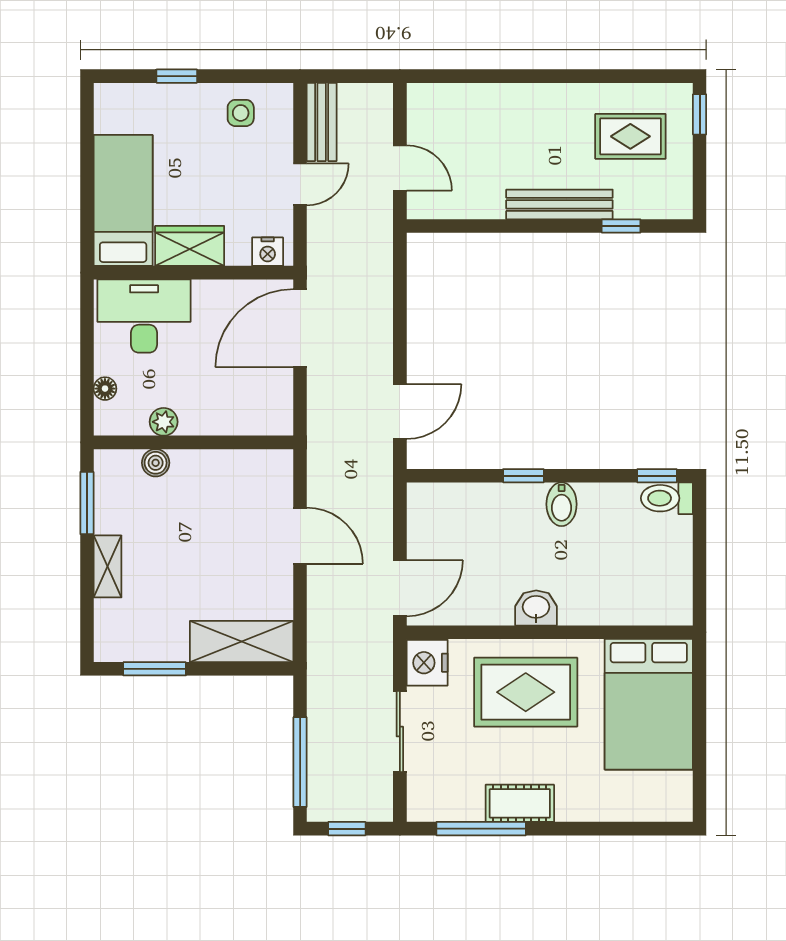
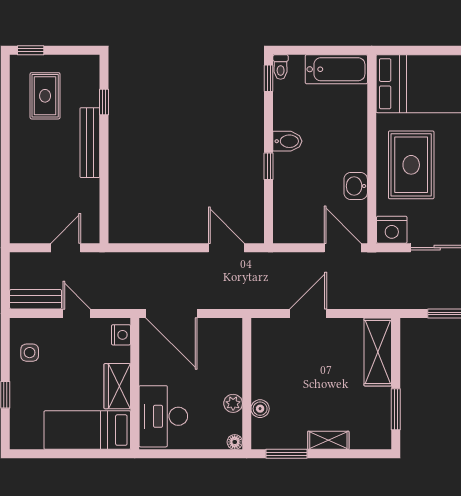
floor lamp: (105, 389) -> (235, 442), moved
toilet: (667, 498) -> (281, 67), width x0.73, depth x0.72
bathtub: (671, 579) -> (336, 69), added
washbasin: (536, 608) -> (356, 186), moved

